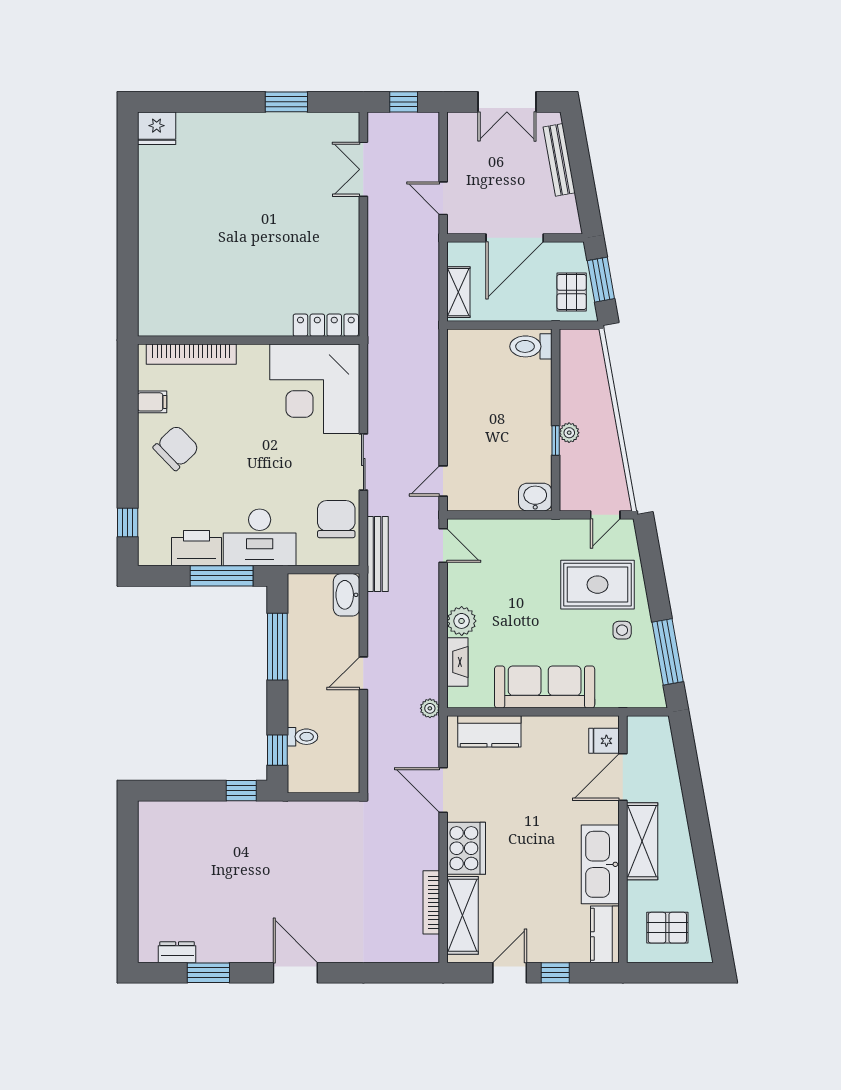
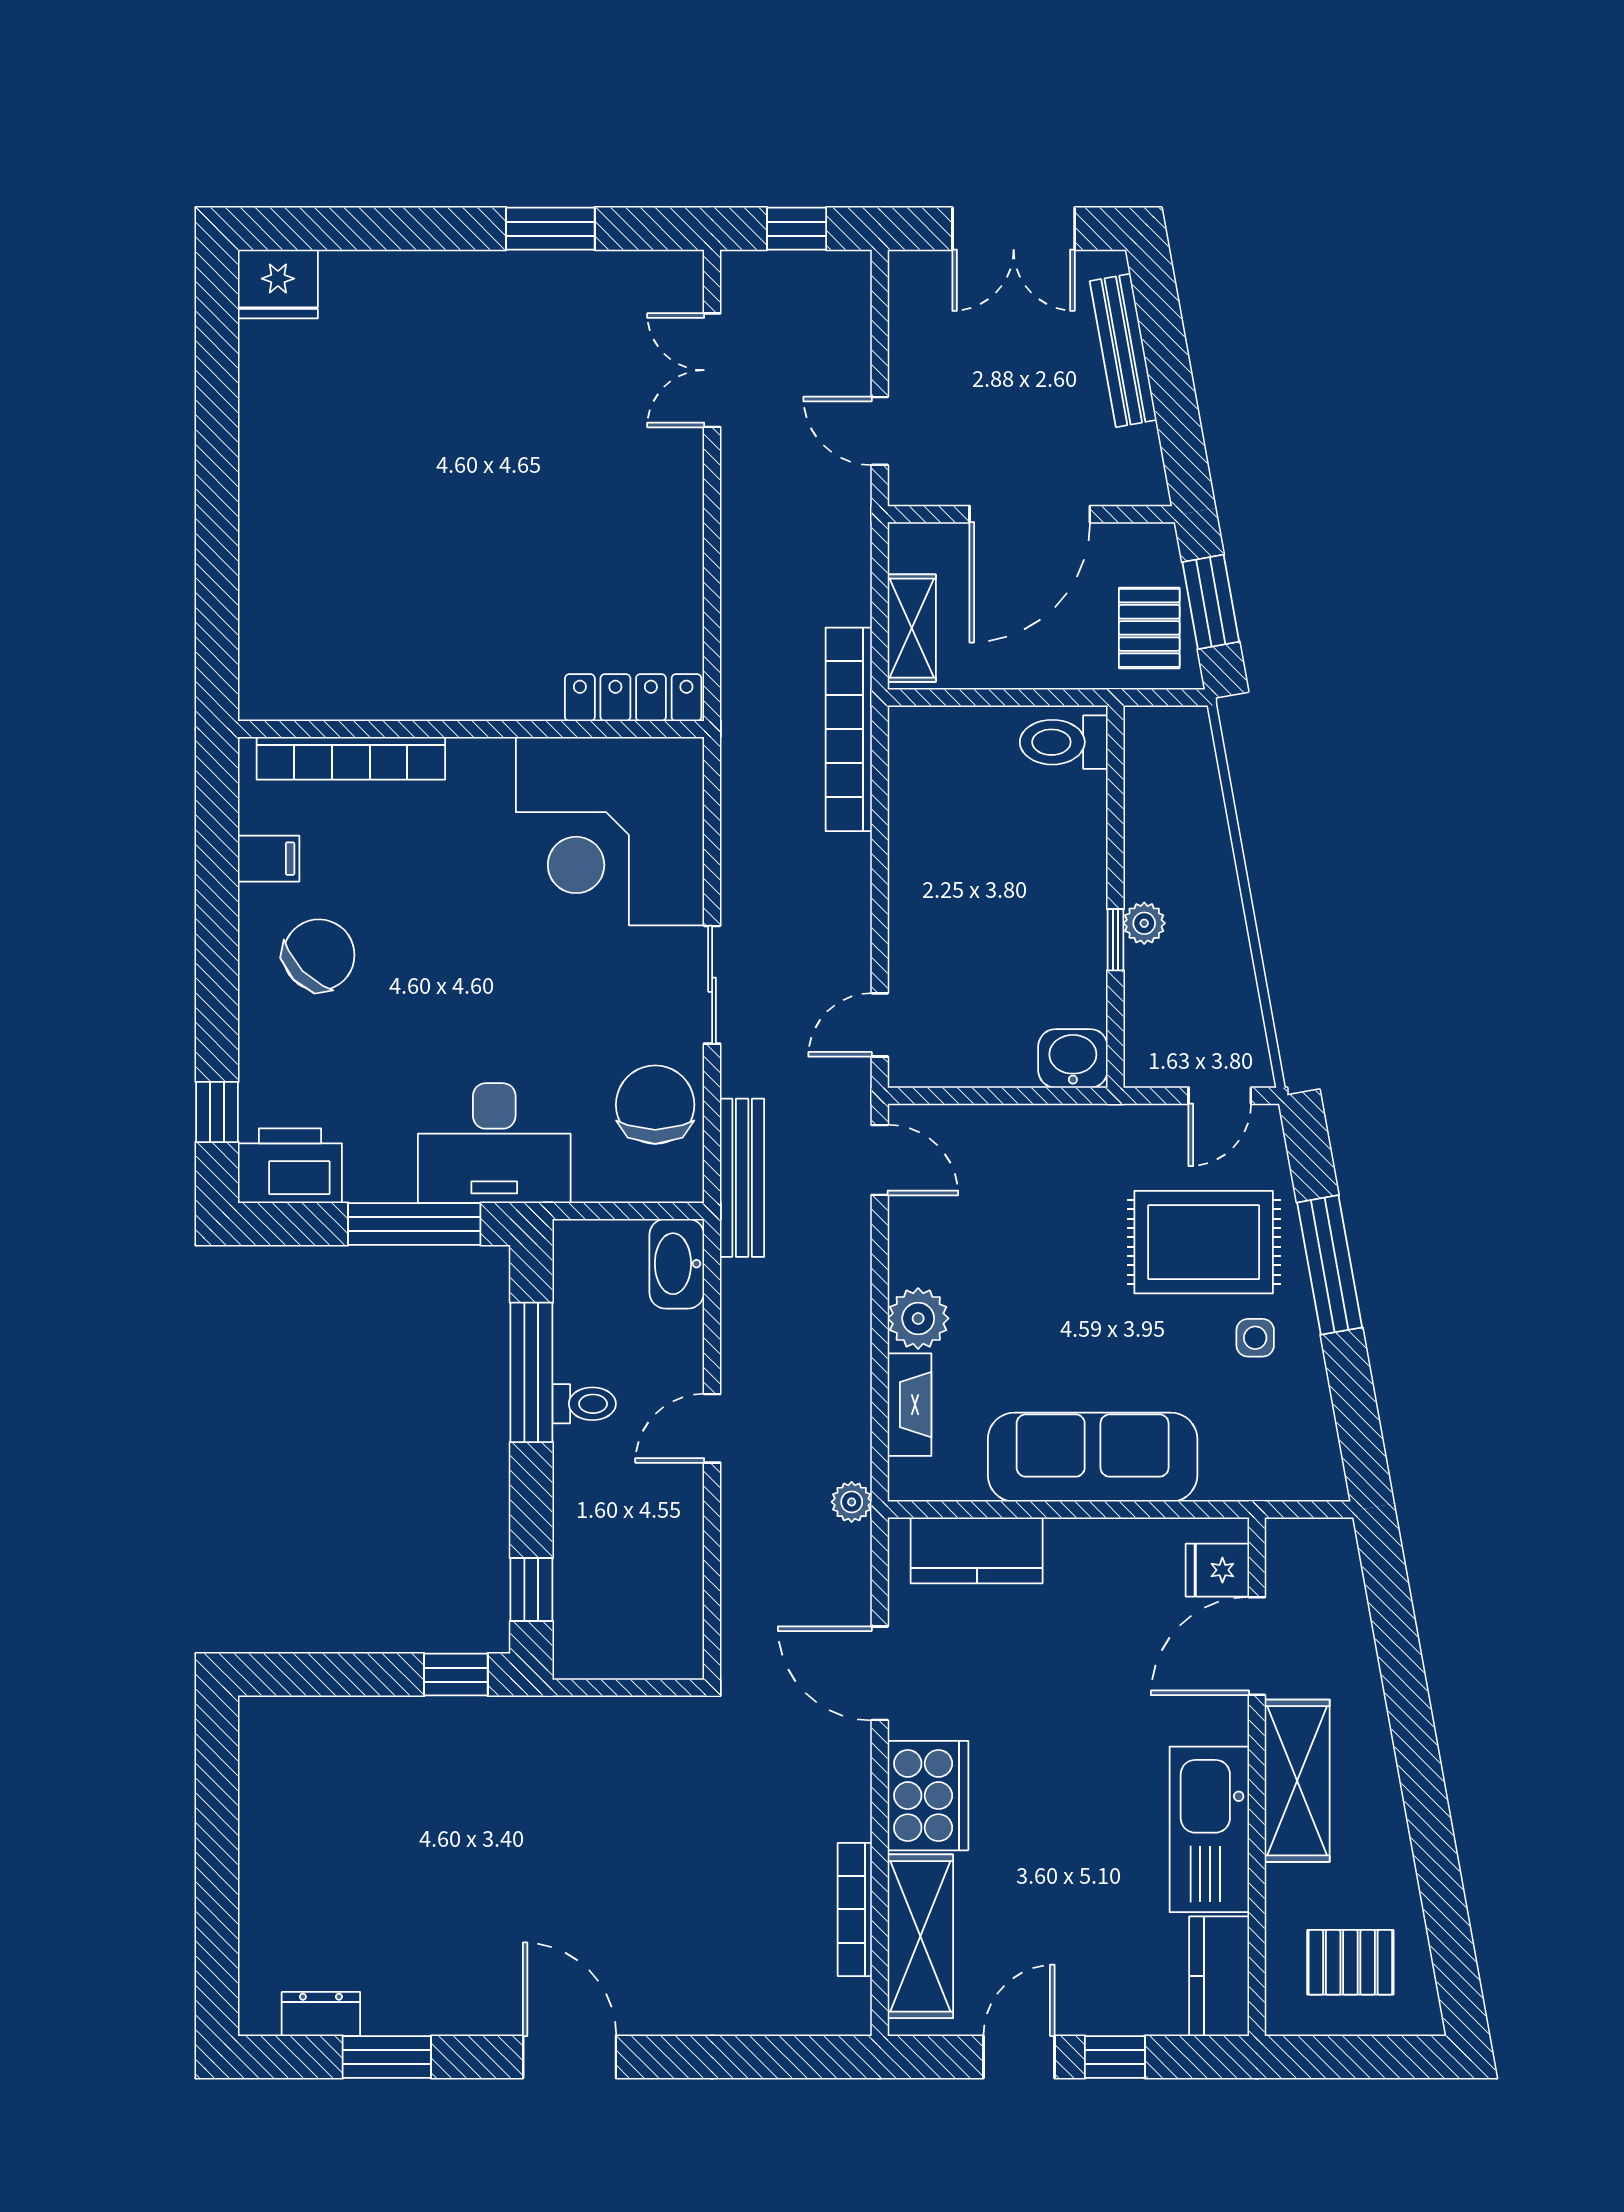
bookcase: (428, 340) -> (849, 729), added
printer: (196, 548) -> (290, 1166), moved
window: (668, 652) -> (1330, 1265), moved
toilet: (302, 737) -> (584, 1404), moved

